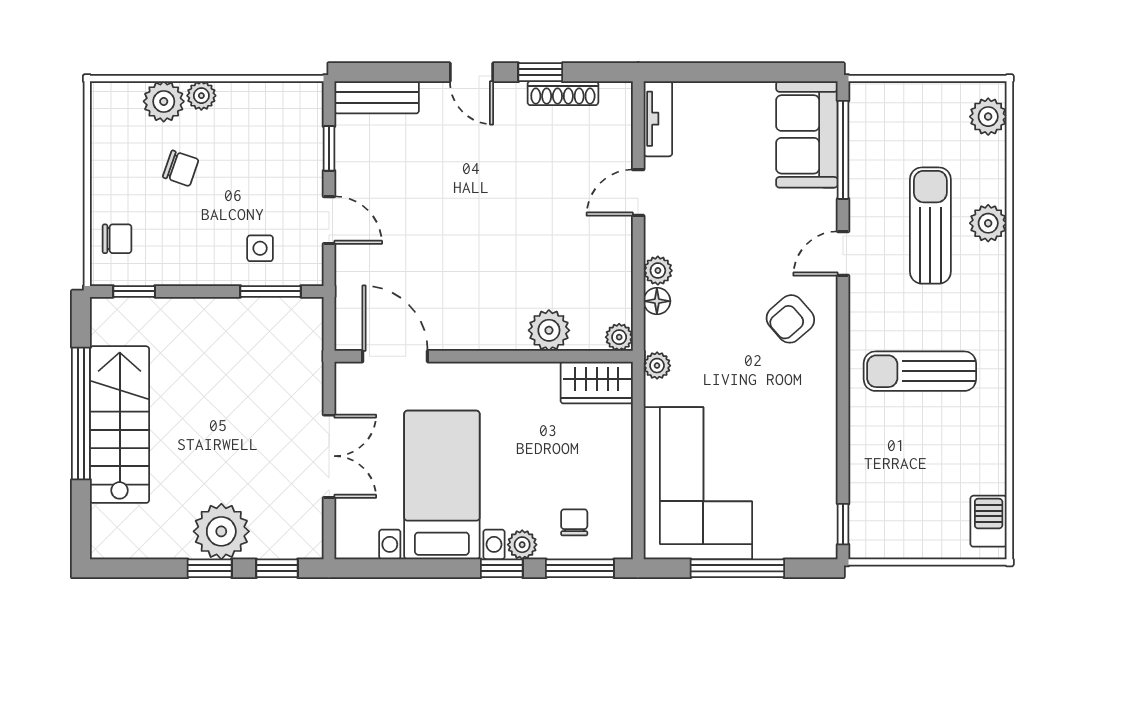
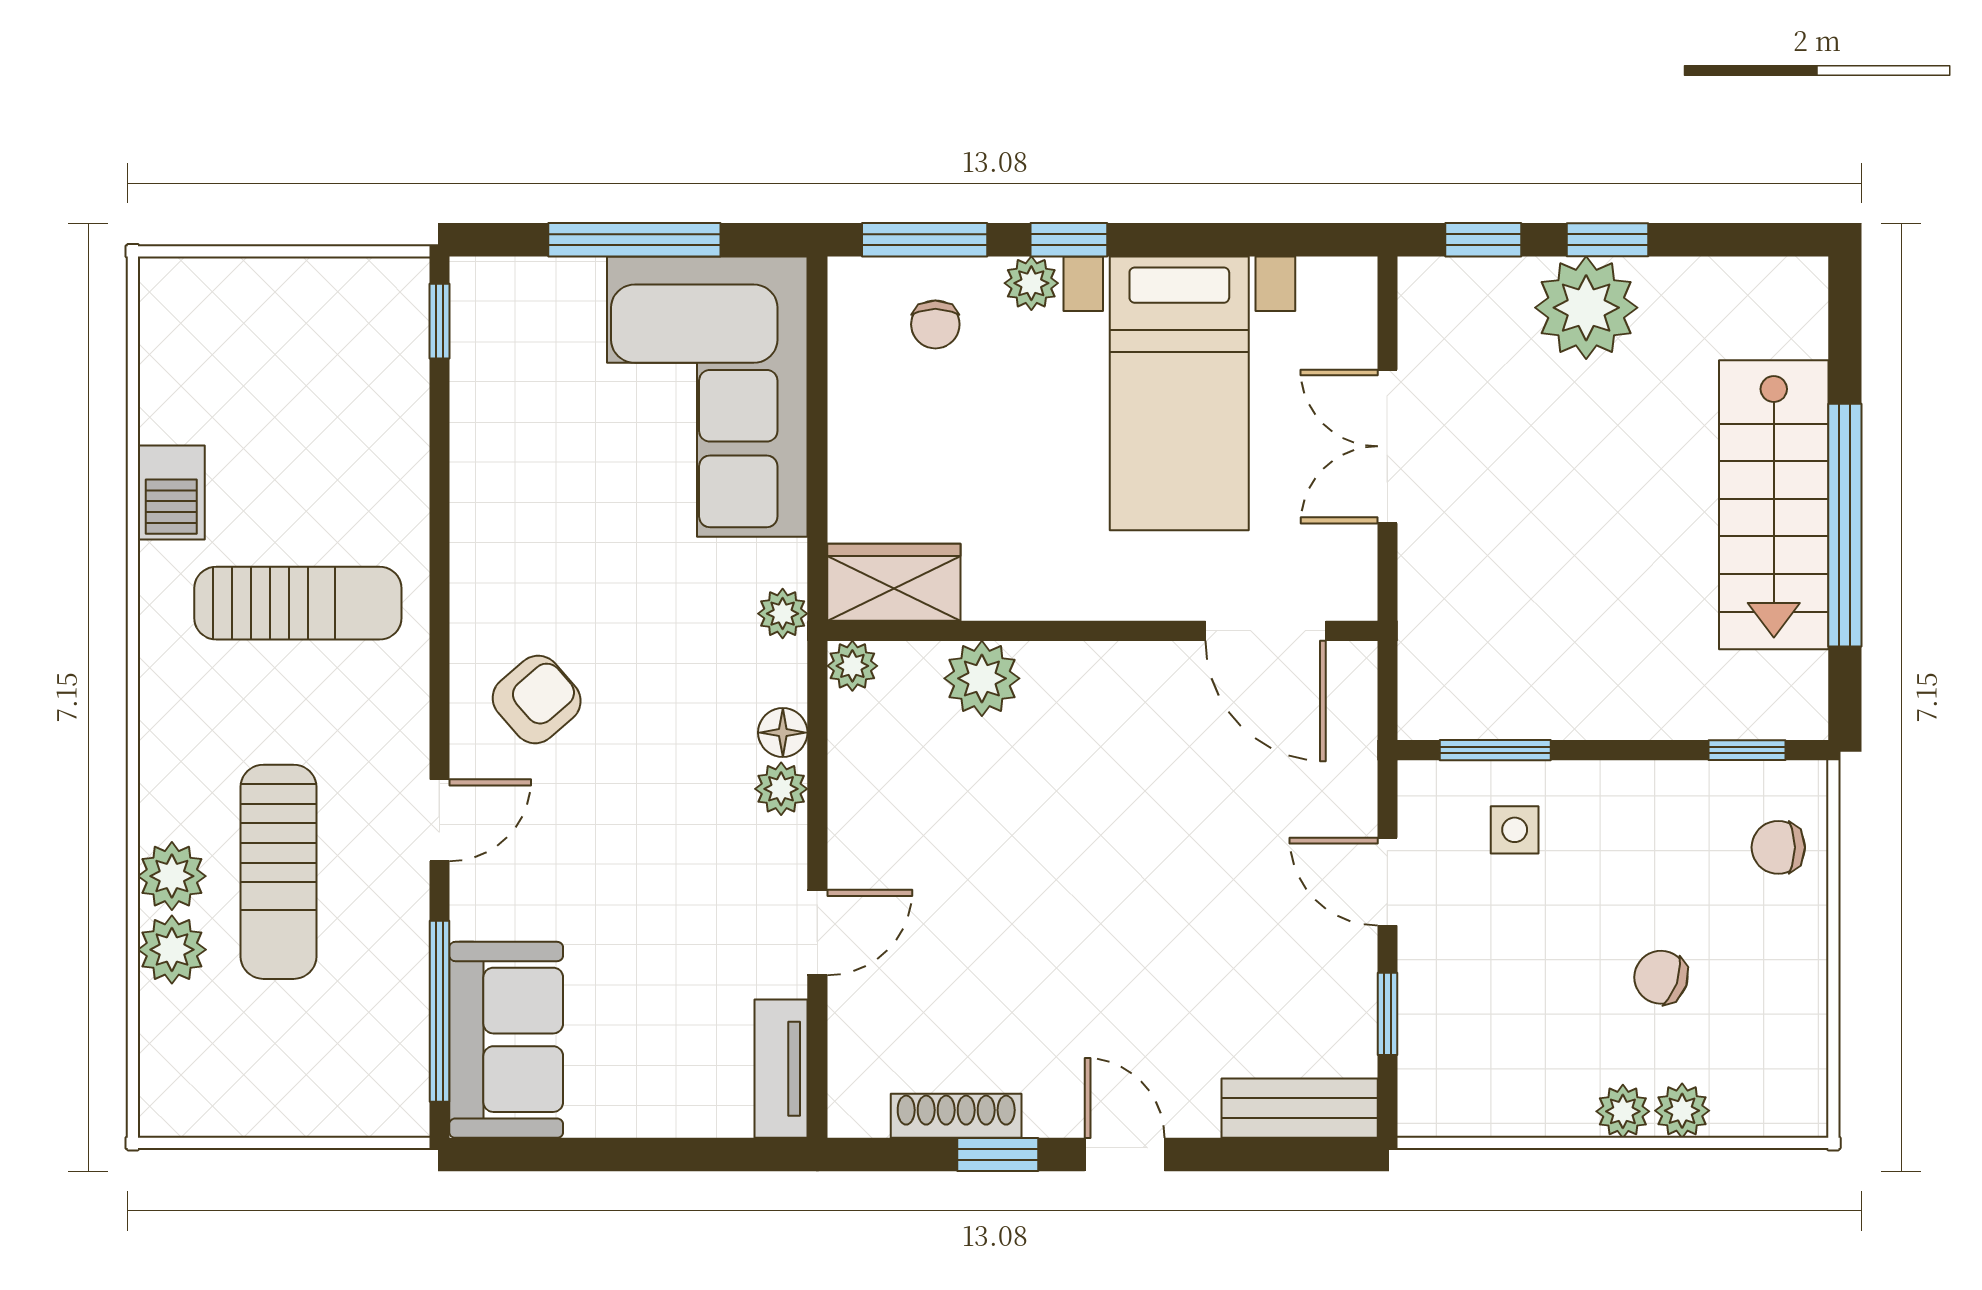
plant: (164, 101) -> (1682, 1111), width x0.73, depth x0.73
plant: (988, 117) -> (172, 950), moved
barbecue: (989, 521) -> (171, 493), moved

